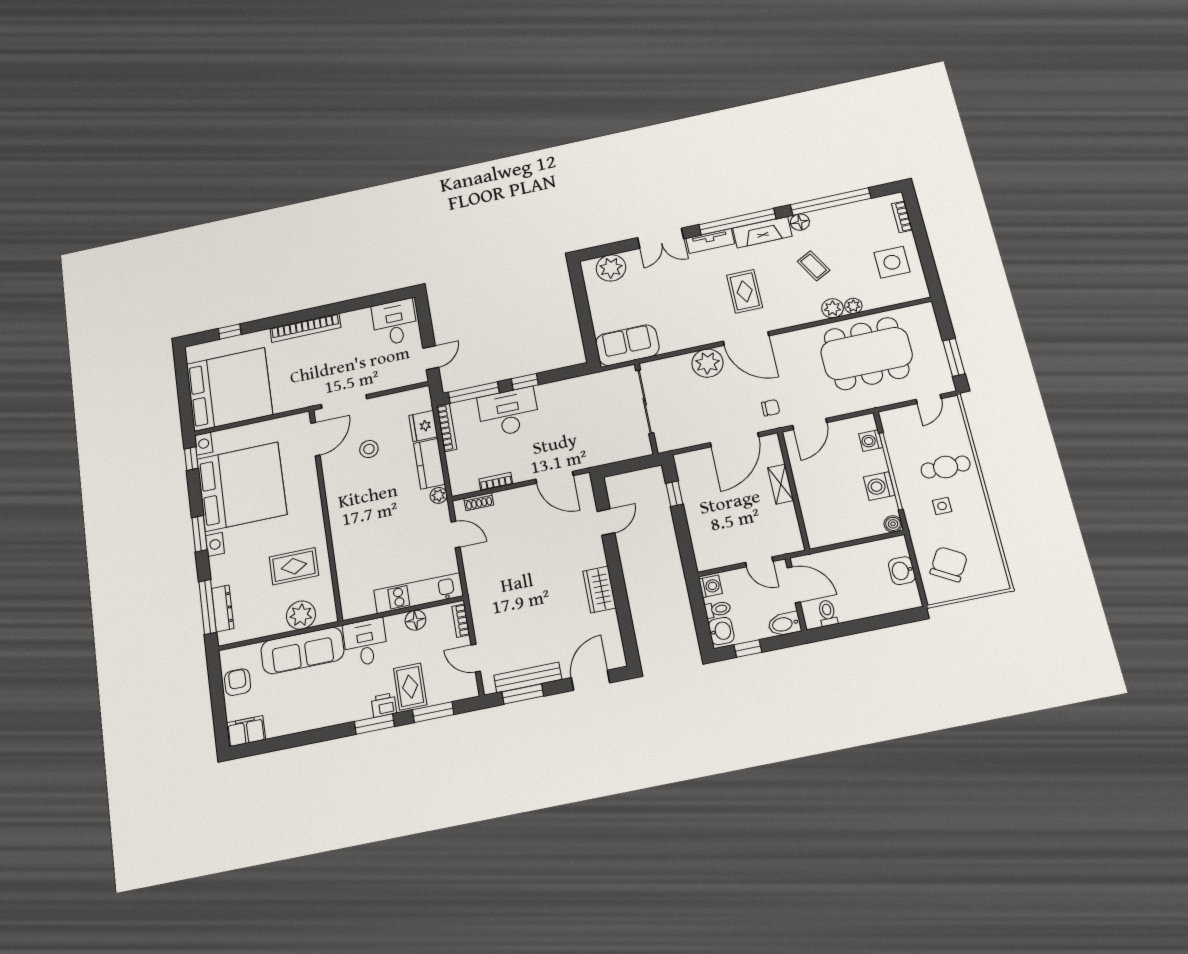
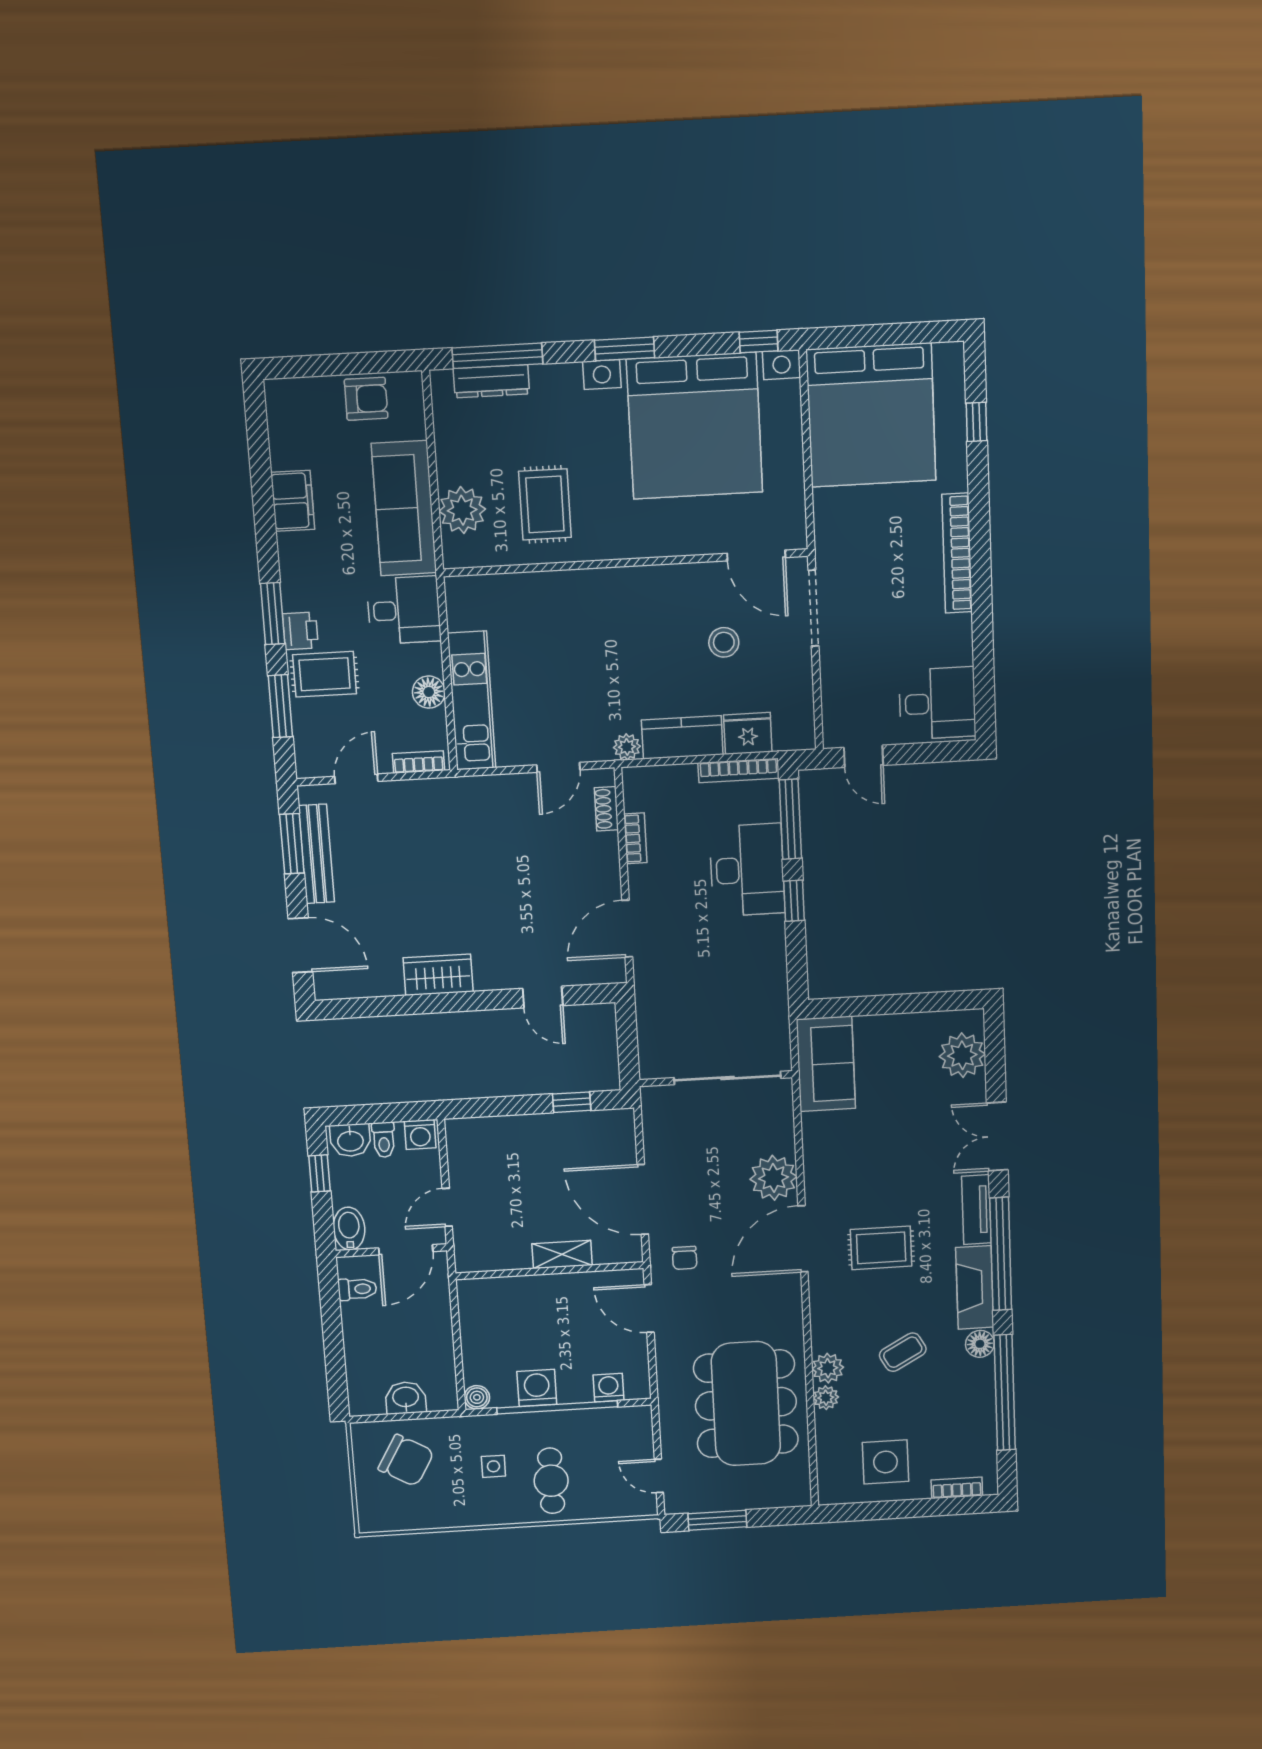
filing cabinet: (246, 731) -> (293, 501), moved

